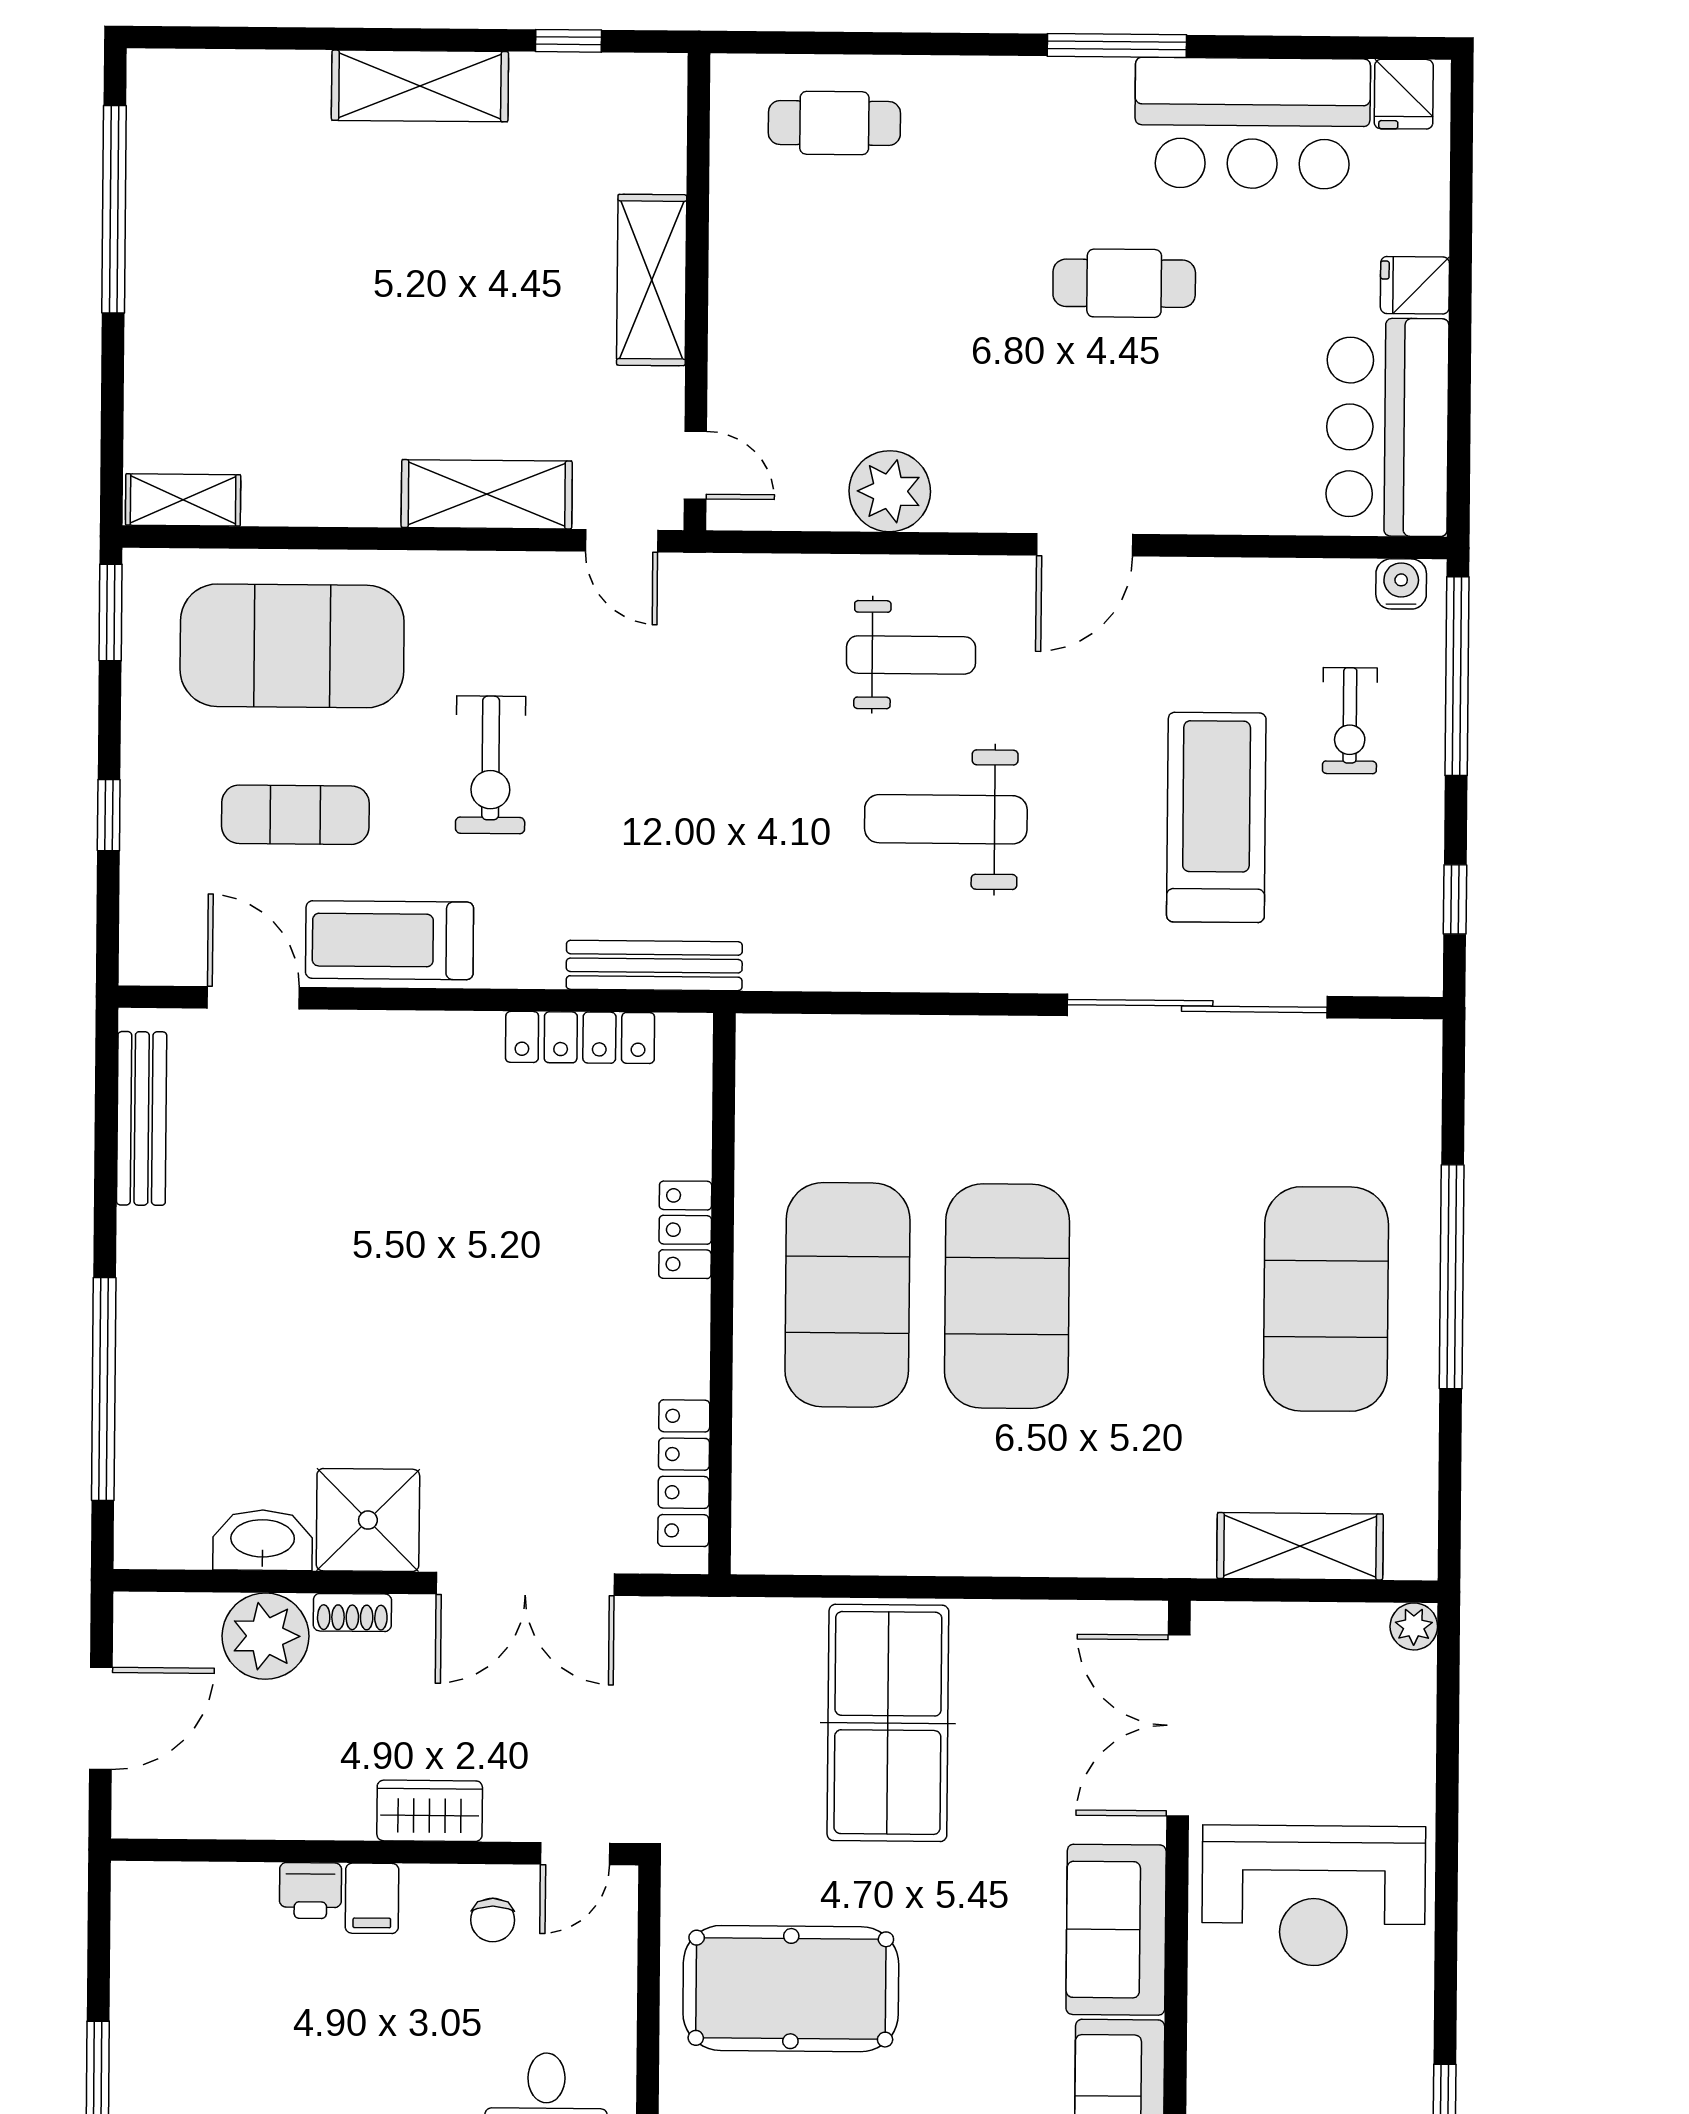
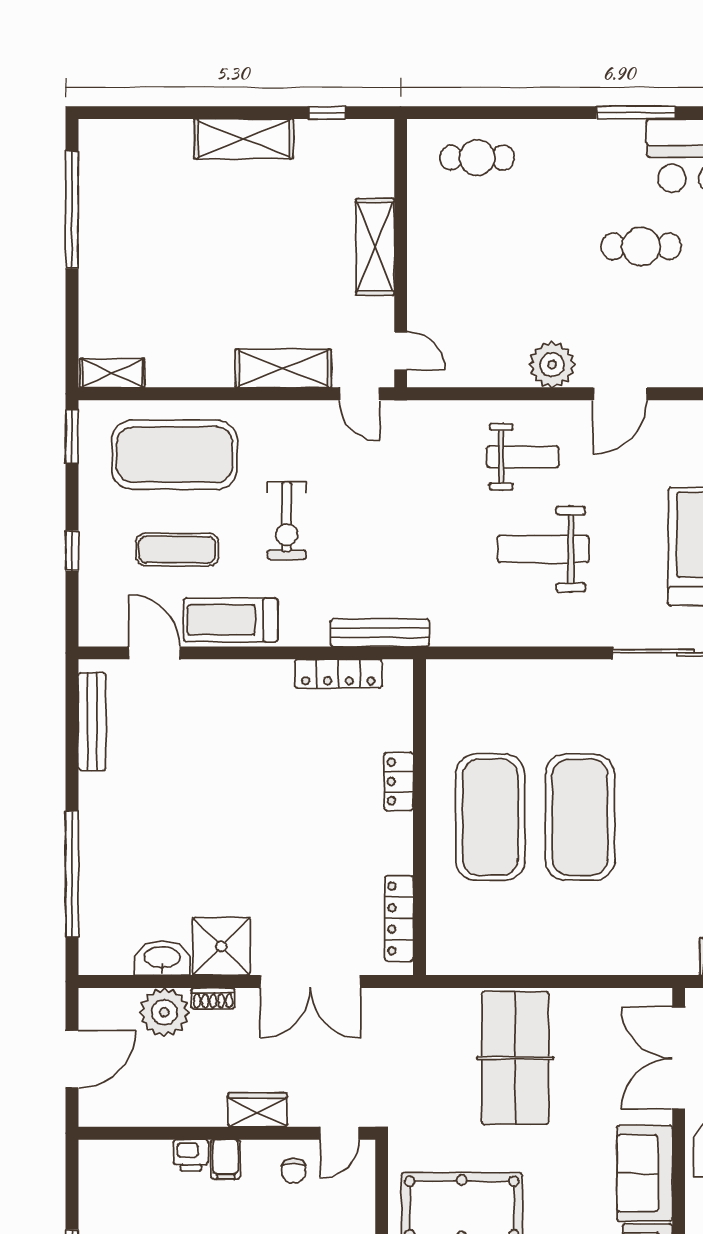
plant: (890, 491) -> (552, 365), moved

